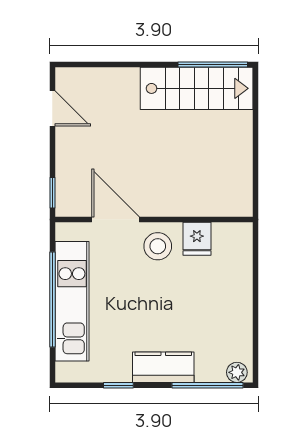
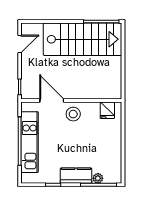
stairs: (197, 88) -> (83, 39), width x1.36, depth x1.51
door: (52, 108) -> (20, 44), hinge flipped
fridge: (197, 239) -> (107, 110), moved
plant: (237, 372) -> (98, 178), moved

